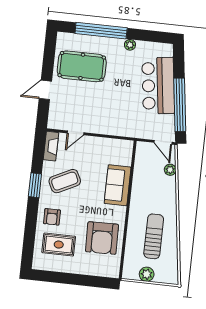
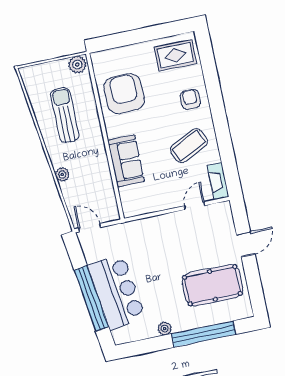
window: (180, 105) -> (91, 298), moved
plant: (170, 170) -> (62, 174), moved
window: (35, 185) -> (222, 130), removed
sun lounger: (154, 236) -> (65, 115), turned 180
rug: (59, 245) -> (175, 55), moved
plant: (147, 274) -> (77, 65), moved

